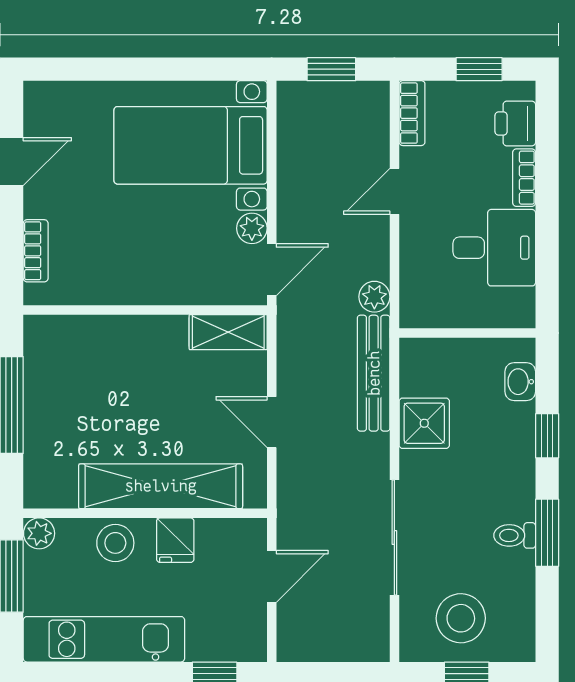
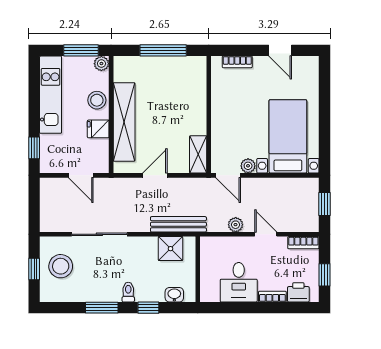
plant: (374, 297) -> (236, 225), moved
shower: (424, 423) -> (170, 249), moved
toilet: (515, 535) -> (128, 292), moved

